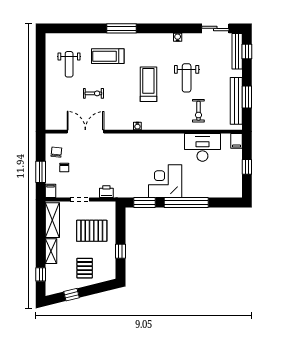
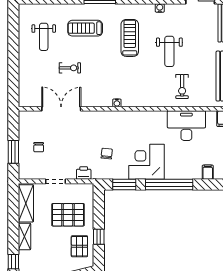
treadmill: (148, 84) -> (130, 38), moved
chair: (56, 152) -> (107, 154), moved
filing cabinet: (51, 191) -> (208, 172), moved
pallet: (85, 268) -> (79, 246), moved

